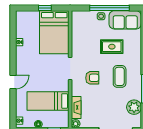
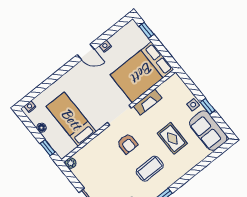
window: (45, 8) -> (146, 30), moved
window: (110, 8) -> (208, 106), width x0.32
door: (13, 82) -> (86, 52), moved
fireplace: (76, 107) -> (148, 102), moved

